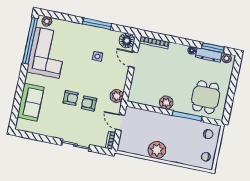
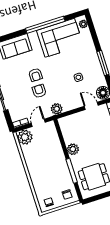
window: (30, 41) -> (45, 25), moved
door: (133, 60) -> (91, 106), hinge flipped
plant: (157, 150) -> (25, 137), moved

